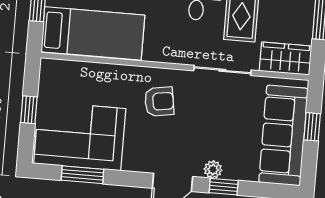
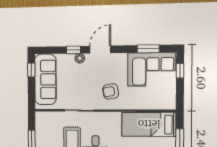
wardrobe: (285, 59) -> (48, 119), removed
window: (29, 110) -> (180, 71), moved
window: (312, 127) -> (31, 70), moved

